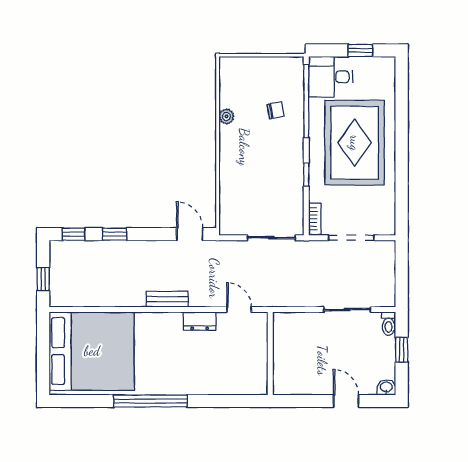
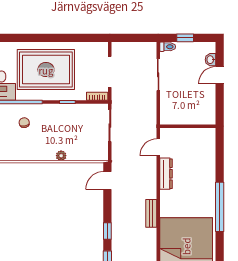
plant: (226, 116) -> (61, 156), moved
bench: (167, 299) -> (151, 213), moved
dresser: (200, 321) -> (166, 174), width x1.44
washbasin: (386, 387) -> (210, 60), moved

